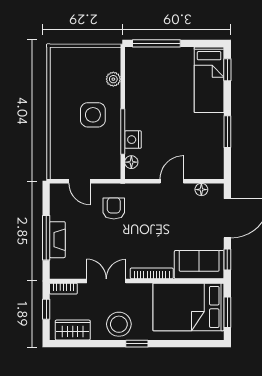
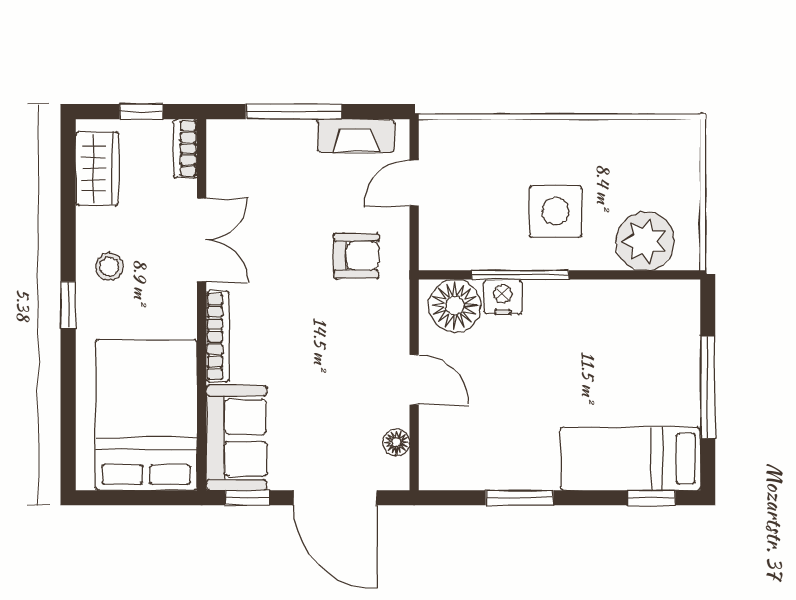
window: (156, 43) -> (708, 387), moved
plant: (113, 79) -> (645, 241), width x1.88, depth x1.88
floor lamp: (131, 162) -> (455, 305), width x1.89, depth x1.89
fireplace: (57, 240) -> (356, 136), moved
window: (227, 312) -> (135, 498), removed
stool: (119, 324) -> (109, 267), width x0.53, depth x0.53

